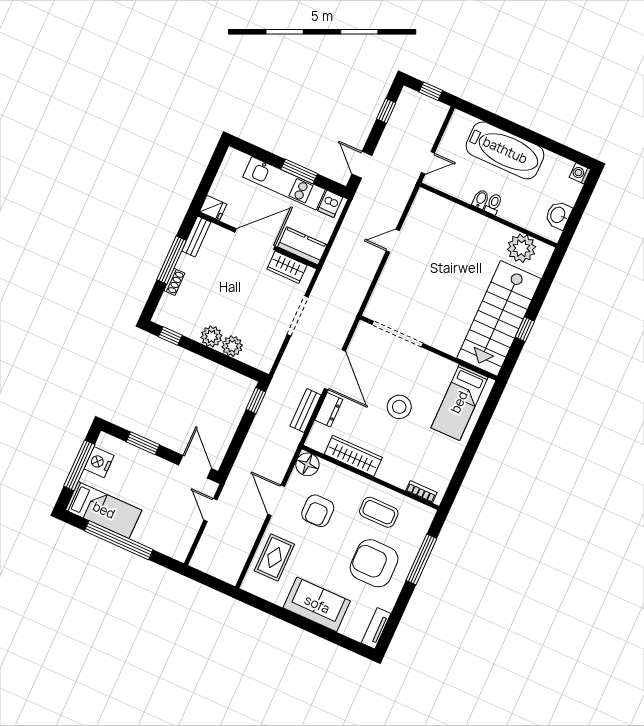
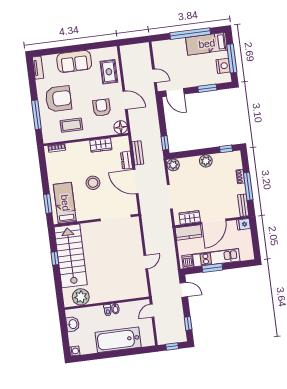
plant: (232, 346) -> (173, 165), moved
window: (485, 417) -> (48, 204), added
wardrobe: (353, 456) -> (101, 145), width x0.67

